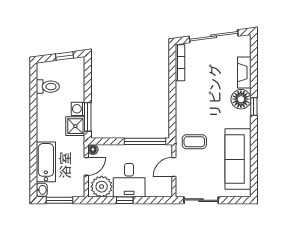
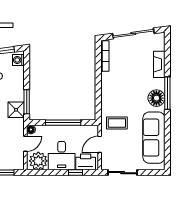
floor lamp: (241, 99) -> (156, 98), moved
window: (254, 107) -> (167, 93), width x2.17
washing machine: (78, 109) -> (18, 60), moved
window: (145, 141) -> (63, 123), moved
printer: (157, 188) -> (86, 162), added
window: (125, 200) -> (75, 173), moved

